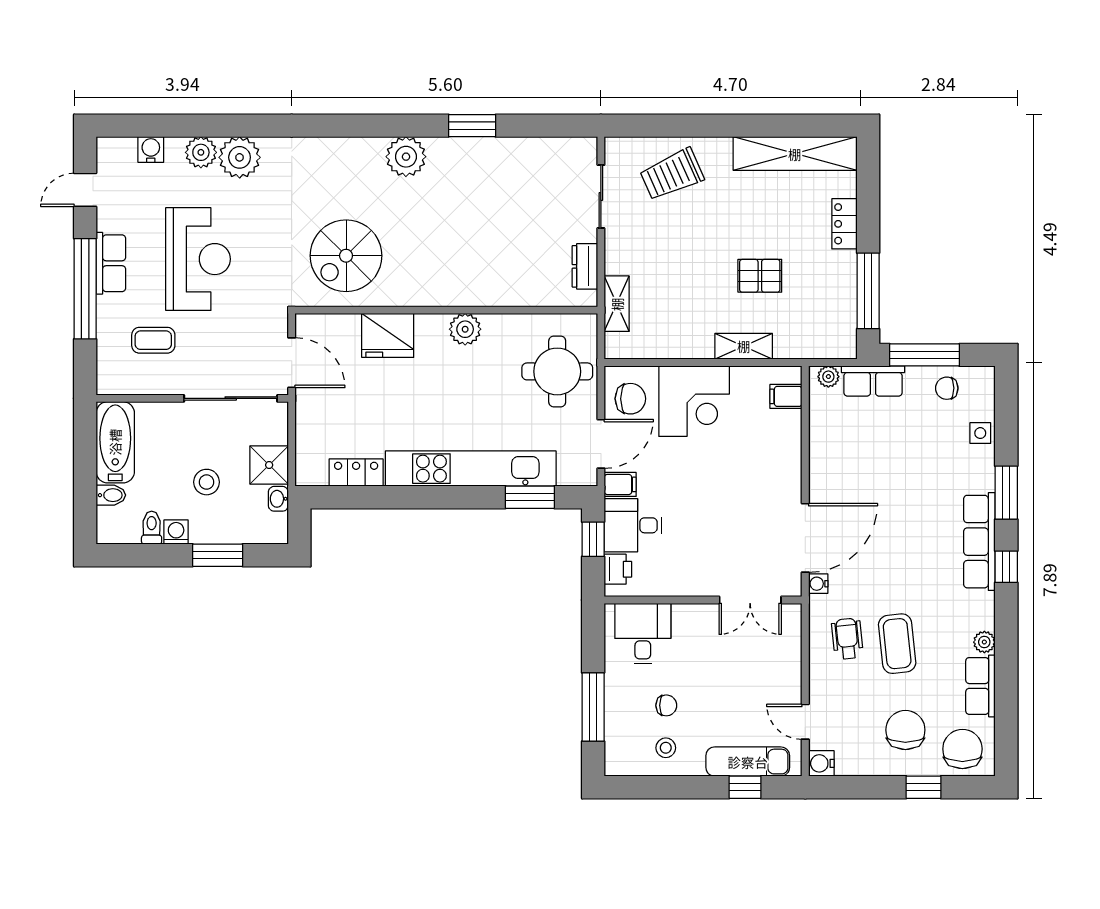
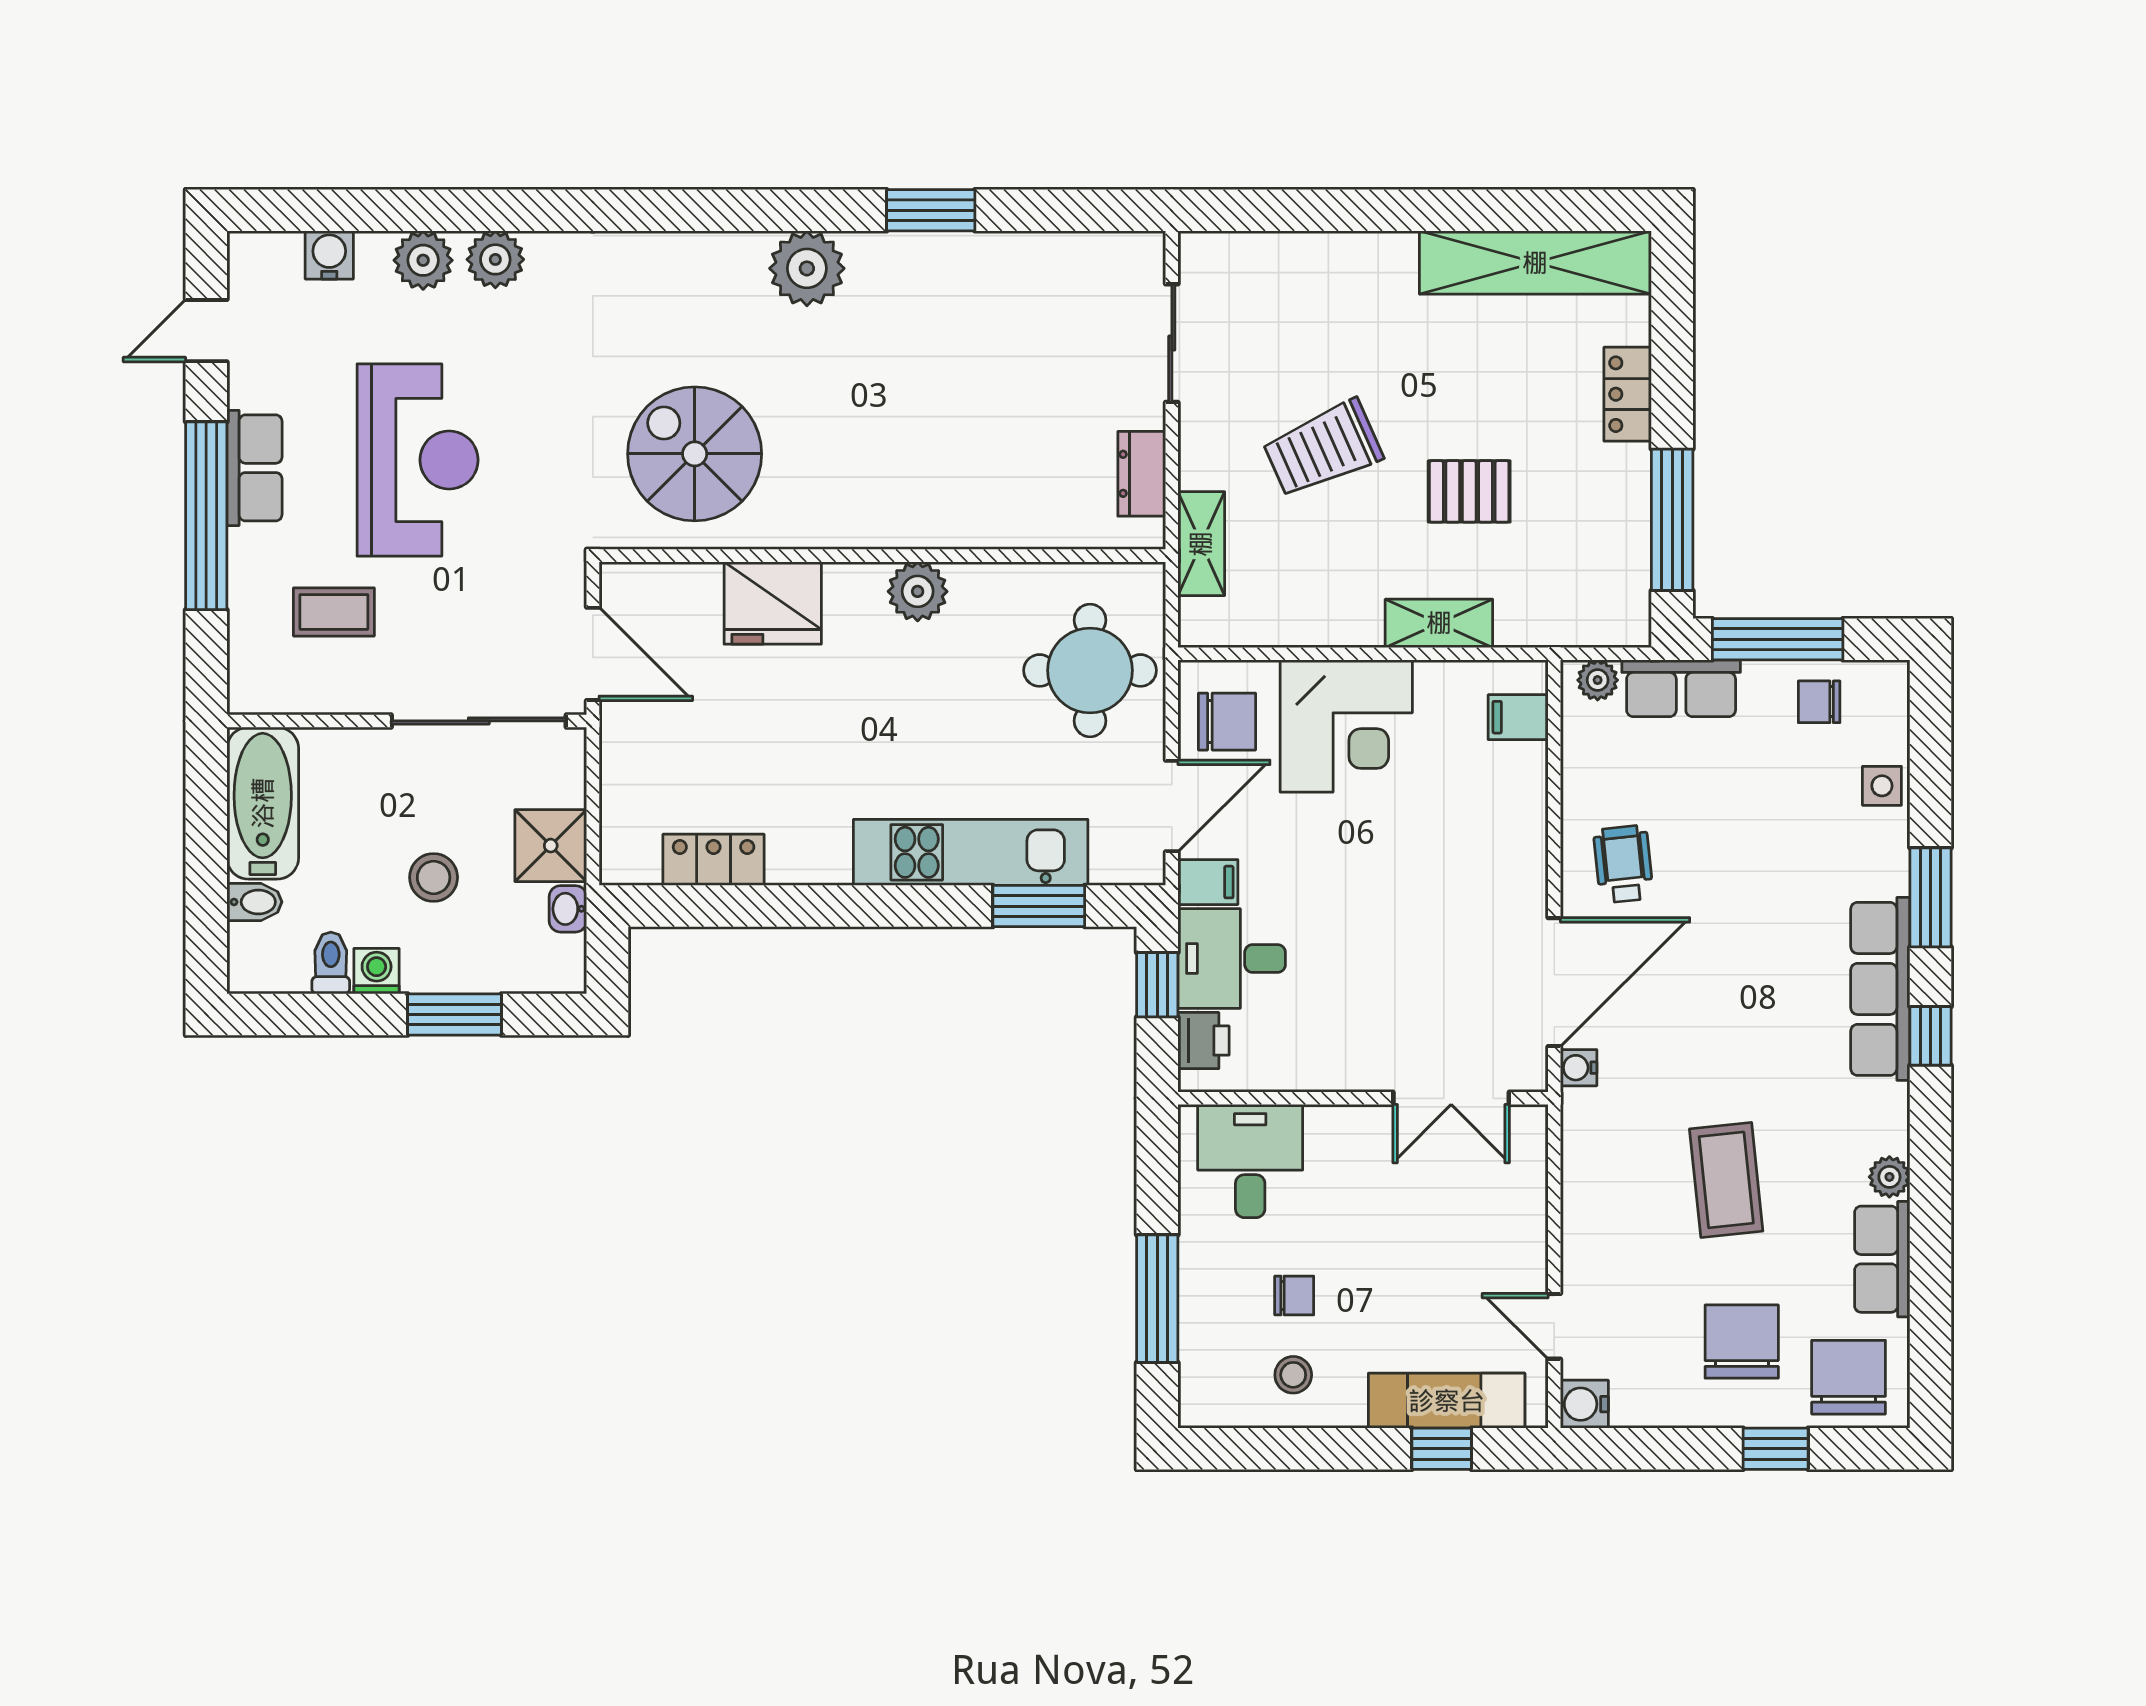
plant: (240, 157) -> (495, 259), width x0.73, depth x0.73
trolley: (672, 174) -> (1323, 449), moved
spiral stairs: (346, 256) -> (695, 454), turned 90
kitchen unit: (471, 469) -> (971, 852), width x0.73
wheelchair: (847, 639) -> (1623, 864), moved

